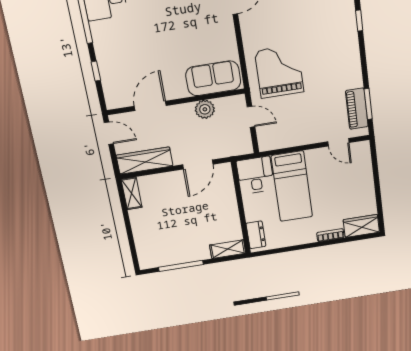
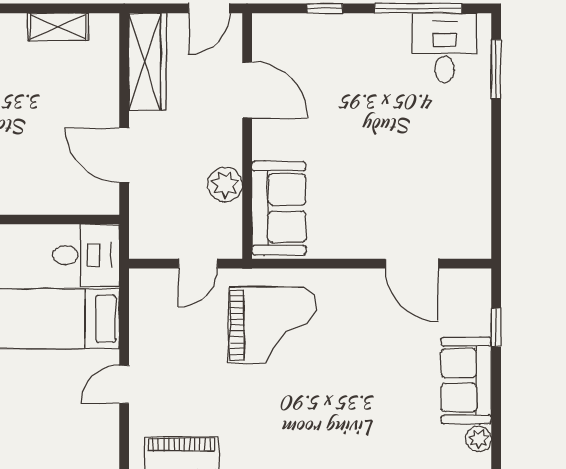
door: (338, 142) -> (124, 384), moved
shelving: (132, 193) -> (58, 27), moved

